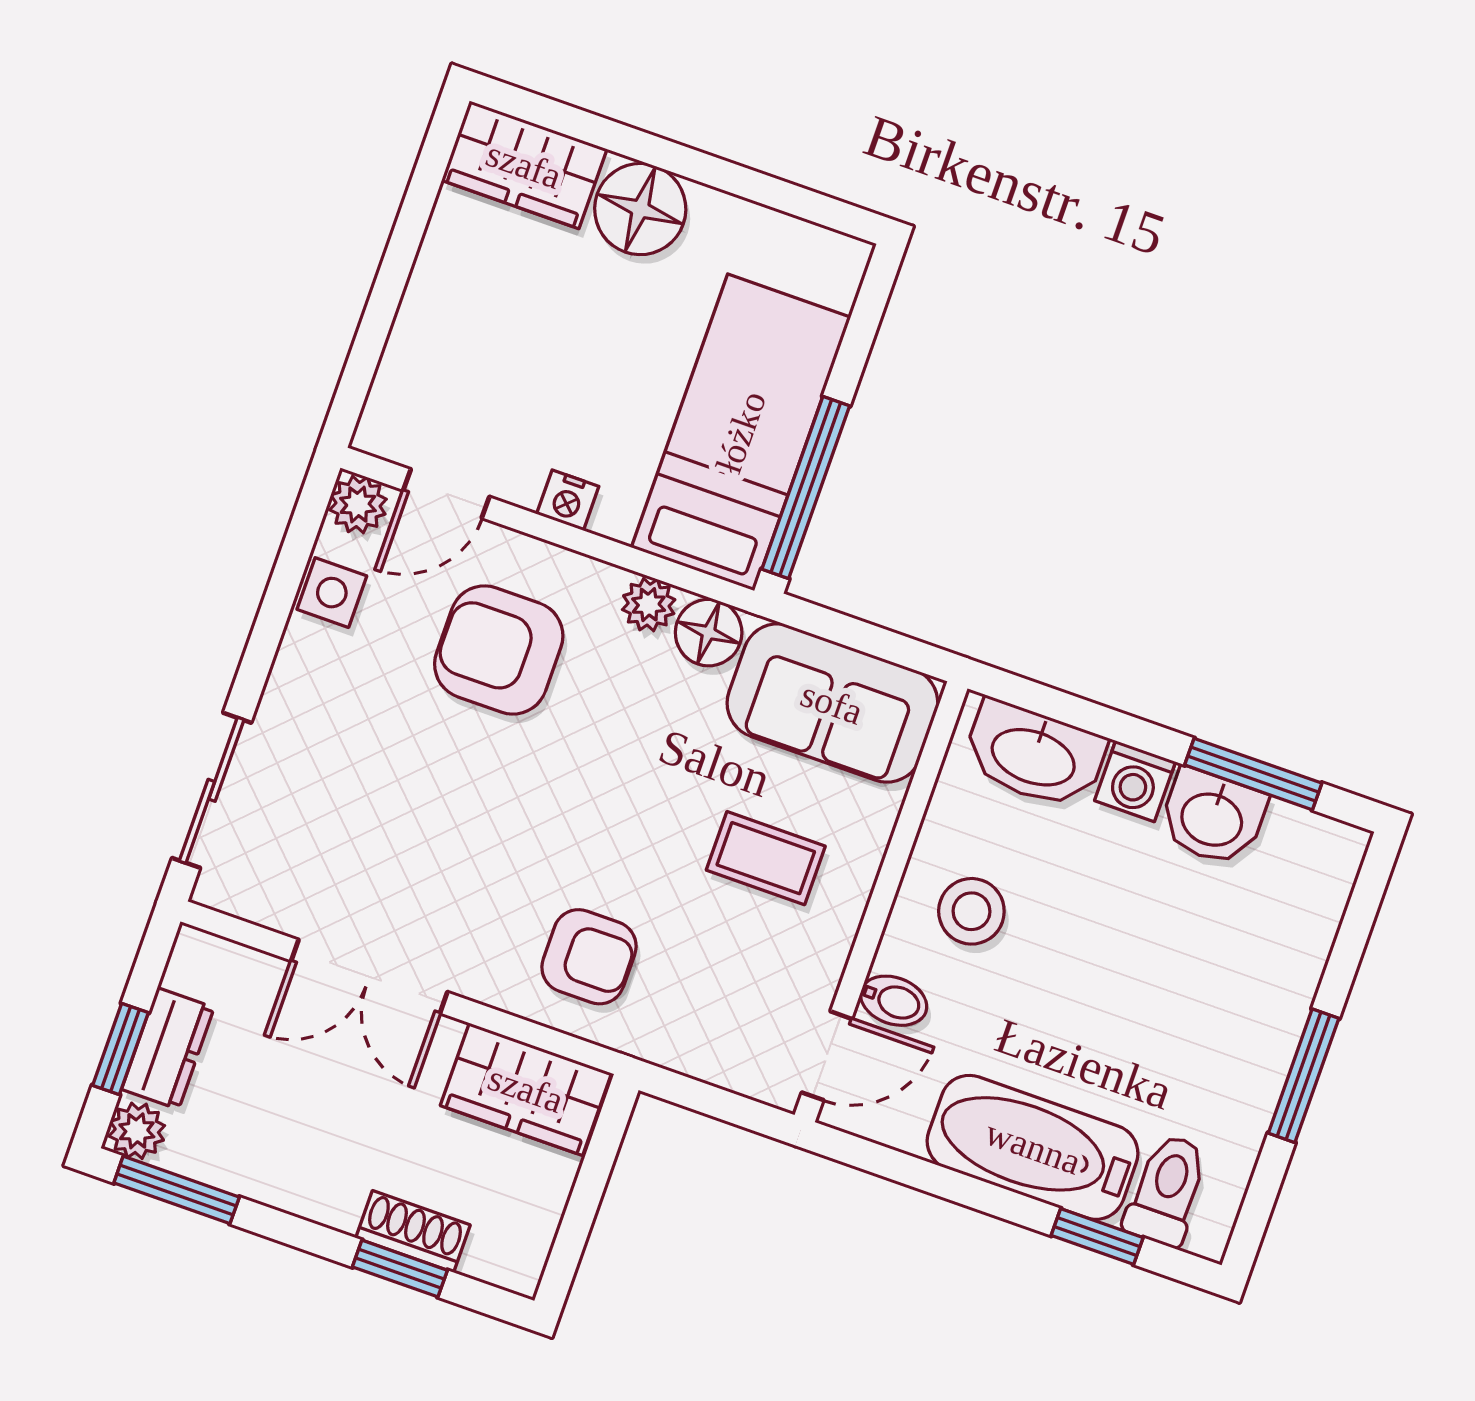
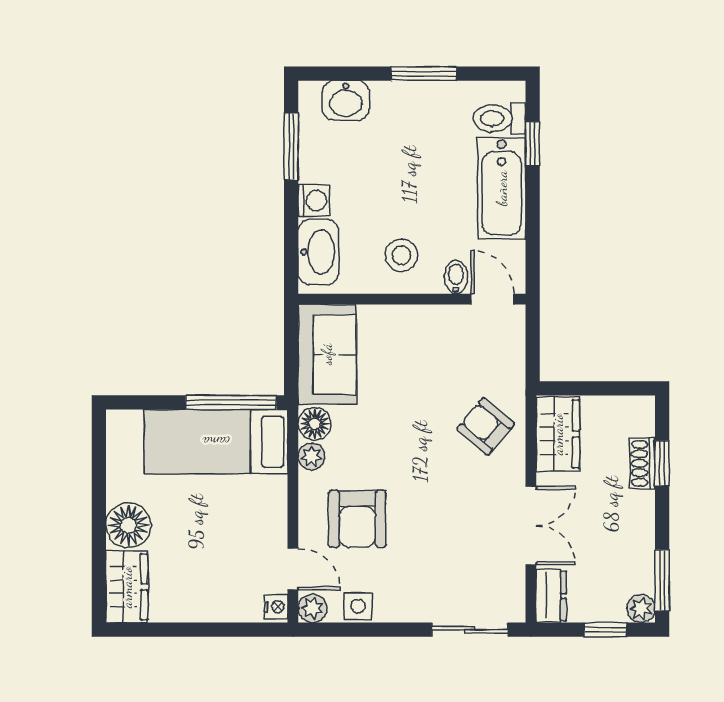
nightstand: (568, 500) -> (276, 607), moved
washbasin: (1212, 817) -> (346, 100), moved, turned 90
coffee table: (766, 858) -> (410, 360), removed
armchair: (589, 957) -> (486, 426), turned -50
dresser: (168, 1048) -> (551, 596), moved, turned 90

